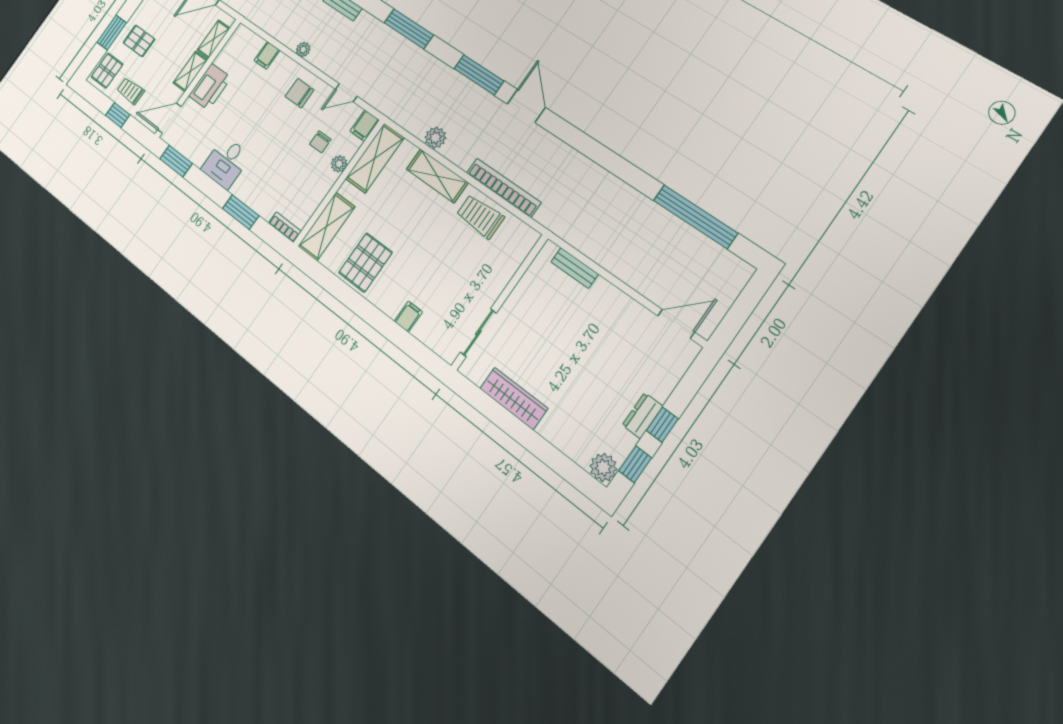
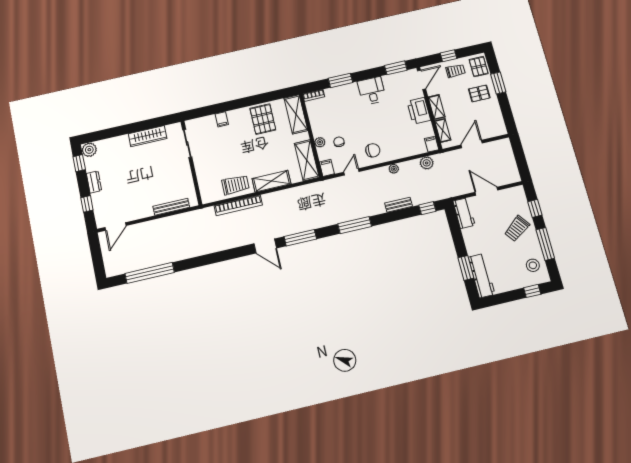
filing cabinet: (267, 55) -> (432, 144), moved
plant: (435, 138) -> (427, 163), moved
bench: (575, 268) -> (171, 207), width x1.36
window: (662, 425) -> (87, 204), moved

